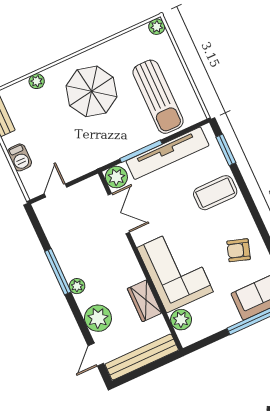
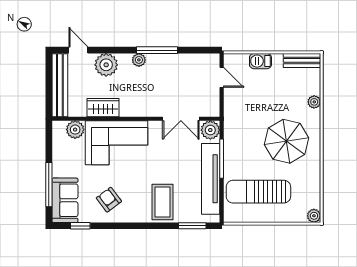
armchair: (239, 250) -> (109, 200), turned -55

